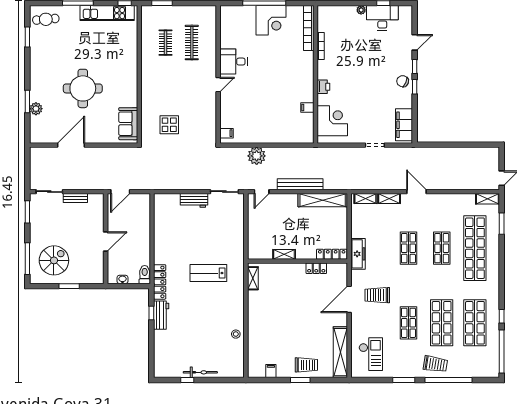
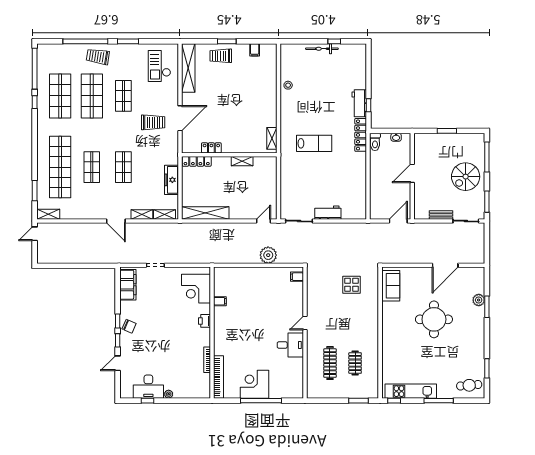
bench: (300, 184) -> (227, 228), removed
freezer: (358, 254) -> (172, 180), moved
spiral stairs: (54, 260) -> (466, 177), moved

